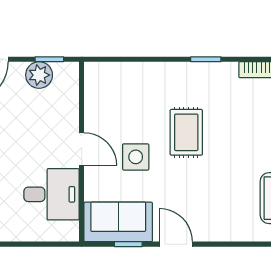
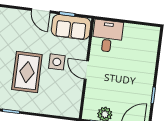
rug: (186, 132) -> (27, 72), width x1.36, depth x1.43
desk: (51, 194) -> (107, 36), moved, turned 90

